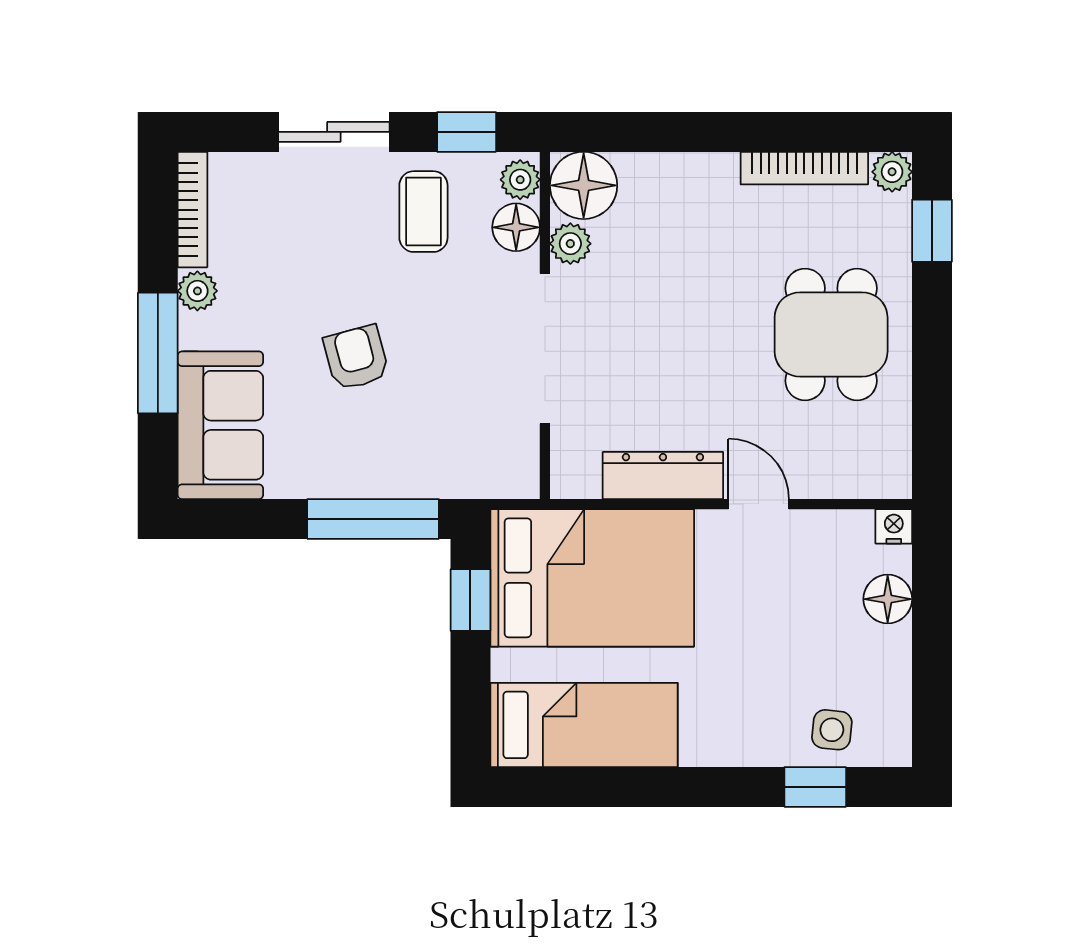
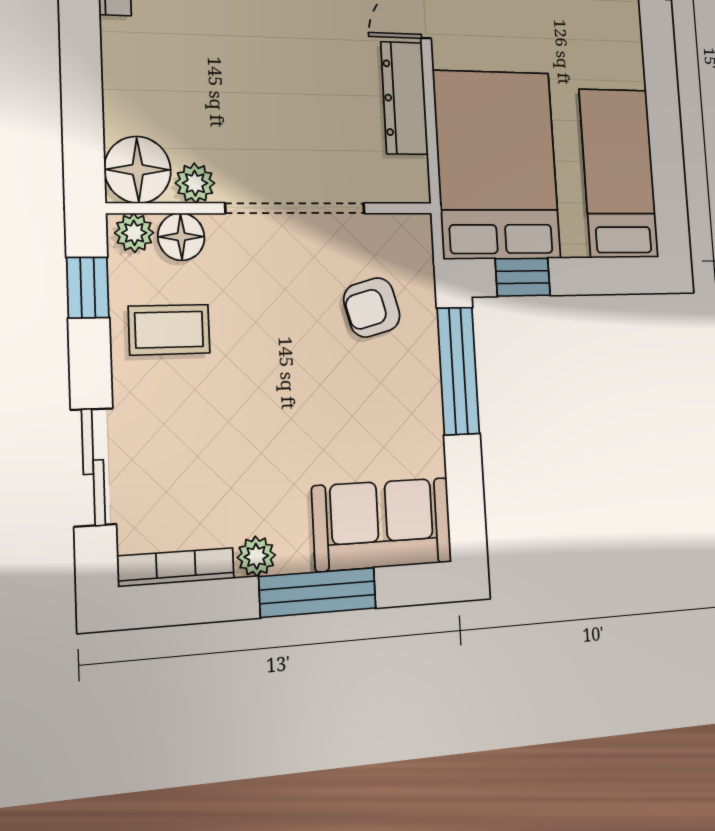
sliding door: (334, 132) -> (93, 467), moved
armchair: (356, 358) -> (372, 307), moved

